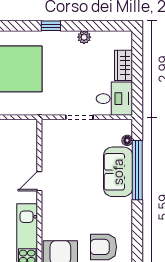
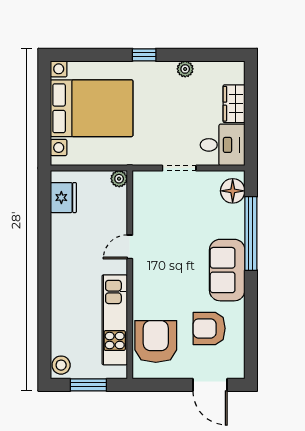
plant: (31, 126) -> (119, 179), added
floor lamp: (127, 140) -> (233, 191), width x1.89, depth x1.89
sofa: (118, 172) -> (227, 270), moved

